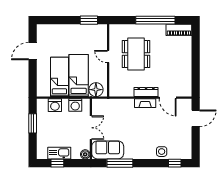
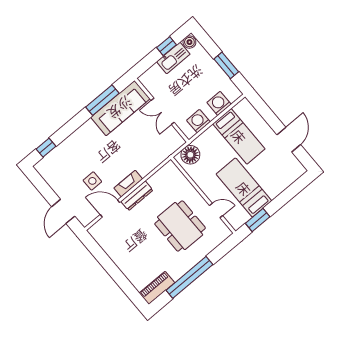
door: (108, 57) -> (216, 210), moved
bed: (79, 76) -> (244, 188), moved, turned 180
sofa: (108, 150) -> (120, 108), width x1.36
side table: (162, 152) -> (92, 181), moved
boiler: (85, 154) -> (189, 42), moved

